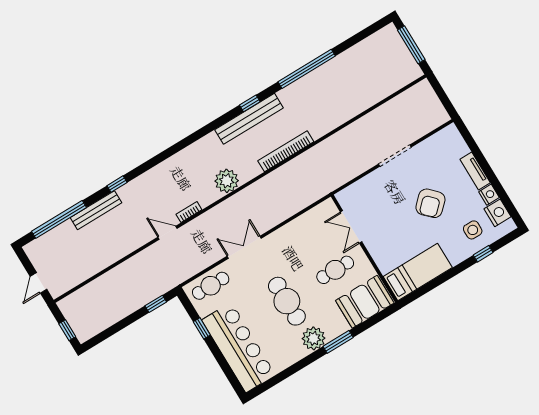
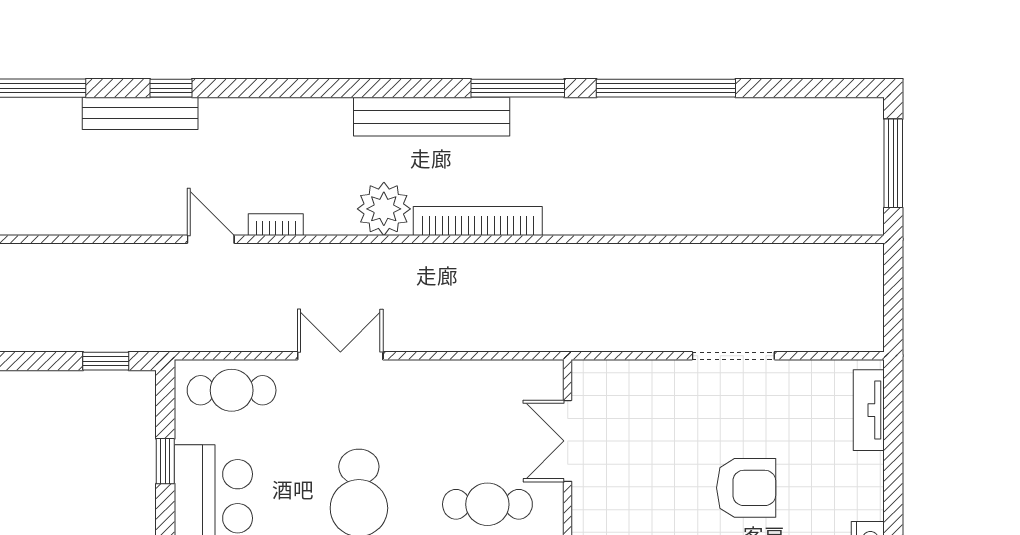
window: (250, 103) -> (518, 88), width x2.17
bench: (249, 119) -> (432, 117), moved
bookcase: (286, 151) -> (478, 221), moved
tv unit: (475, 171) -> (869, 410), moved
armchair: (430, 203) -> (746, 488), turned -136
bench: (96, 210) -> (140, 113), moved

